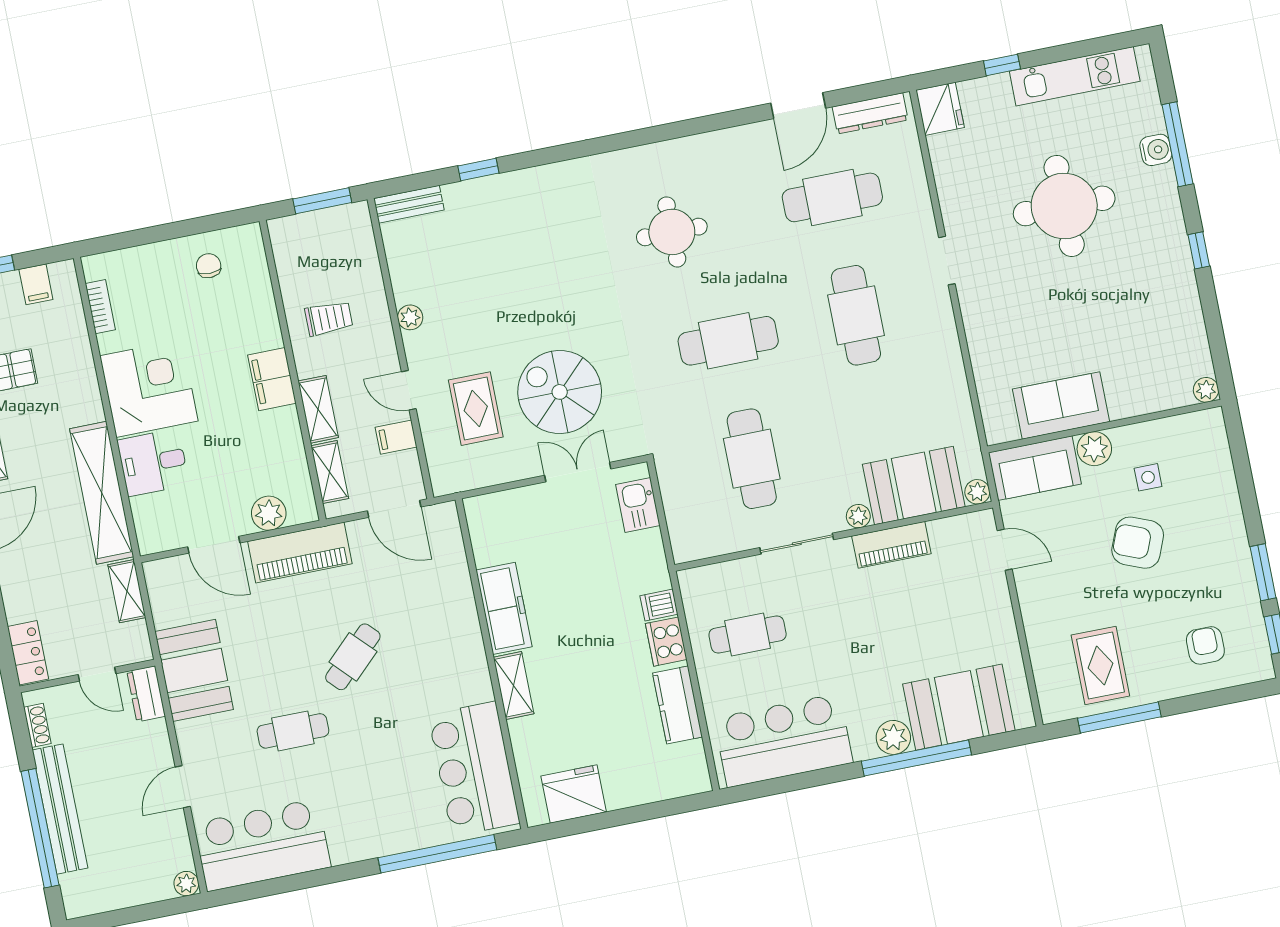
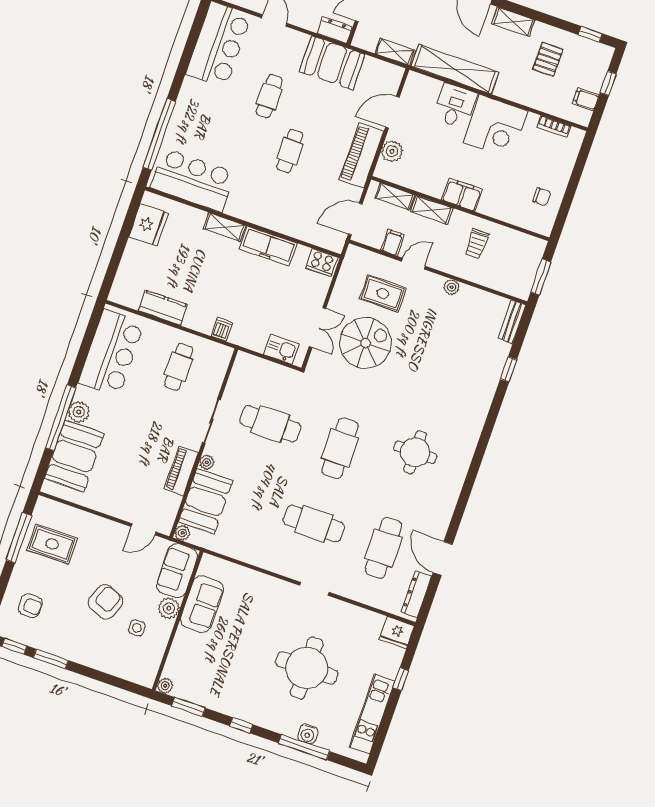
window: (1216, 340) -> (189, 707), added
cooker: (666, 642) -> (322, 263), moved, turned 180
cafe table: (353, 657) -> (290, 151), turned 44

